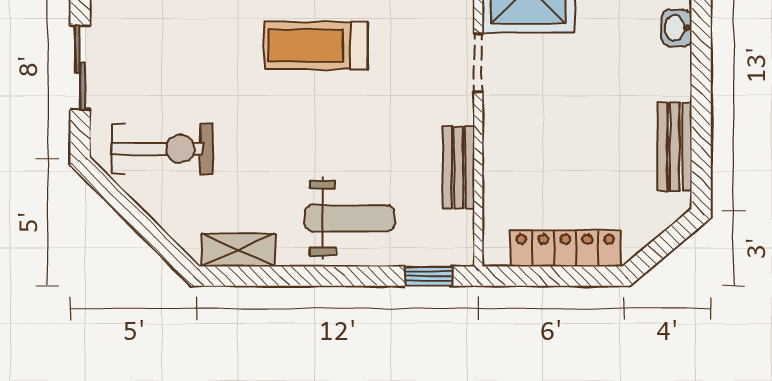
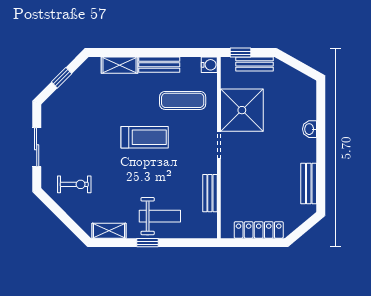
treadmill: (316, 46) -> (145, 137), turned 180
exercise bike: (162, 149) -> (74, 184), width x0.73, depth x0.72
window: (428, 276) -> (147, 243), moved

